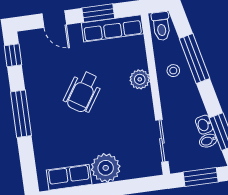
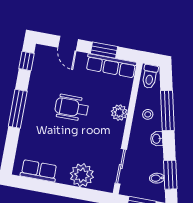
wheelchair: (83, 92) -> (72, 108), turned 57
washbasin: (204, 125) -> (157, 139), moved
plant: (106, 168) -> (82, 175), moved

